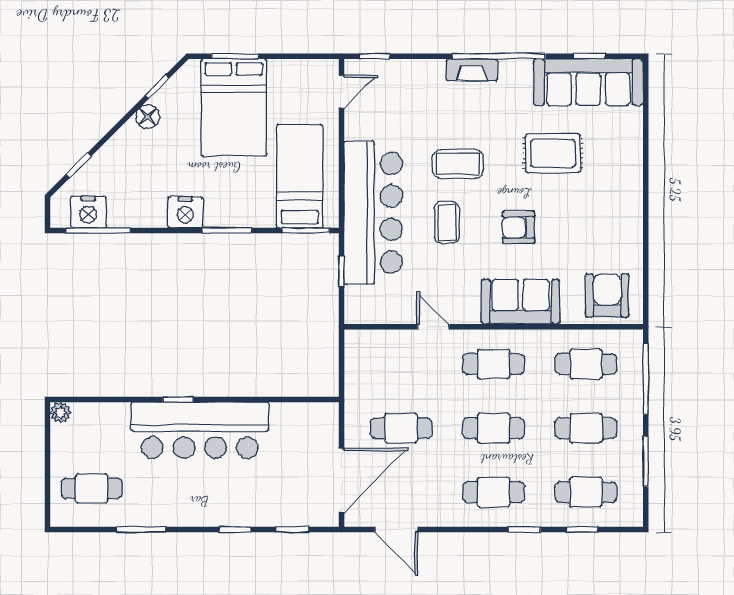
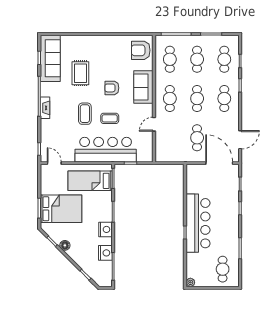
nightstand: (88, 212) -> (105, 253), moved
armchair: (519, 227) -> (112, 88), turned 90

